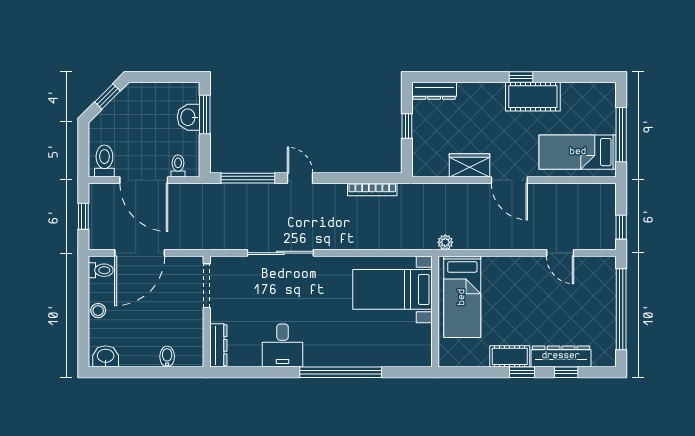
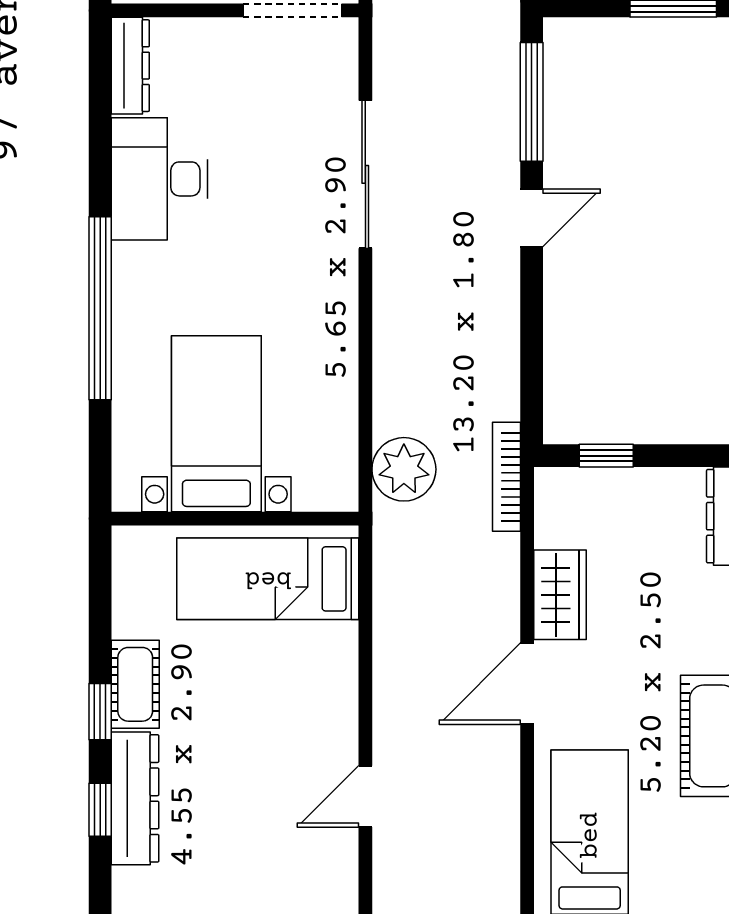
window: (407, 126) -> (606, 456), moved
bookcase: (372, 189) -> (507, 477), moved
plant: (445, 242) -> (404, 469), moved, width x1.88, depth x1.88
bed with nightstands: (393, 289) -> (216, 424), moved
dresser: (218, 345) -> (130, 66), moved, turned -90
desk: (283, 346) -> (159, 179), width x1.37

